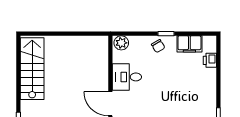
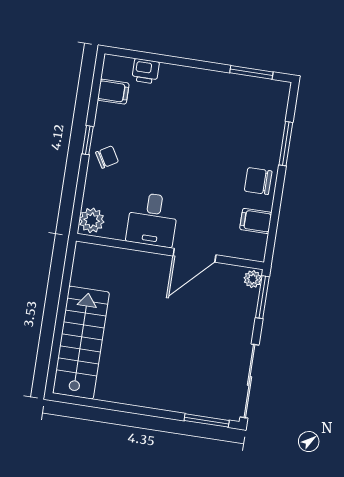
filing cabinet: (189, 44) -> (113, 92), width x0.50
stairs: (32, 69) -> (81, 343), moved, turned 90

